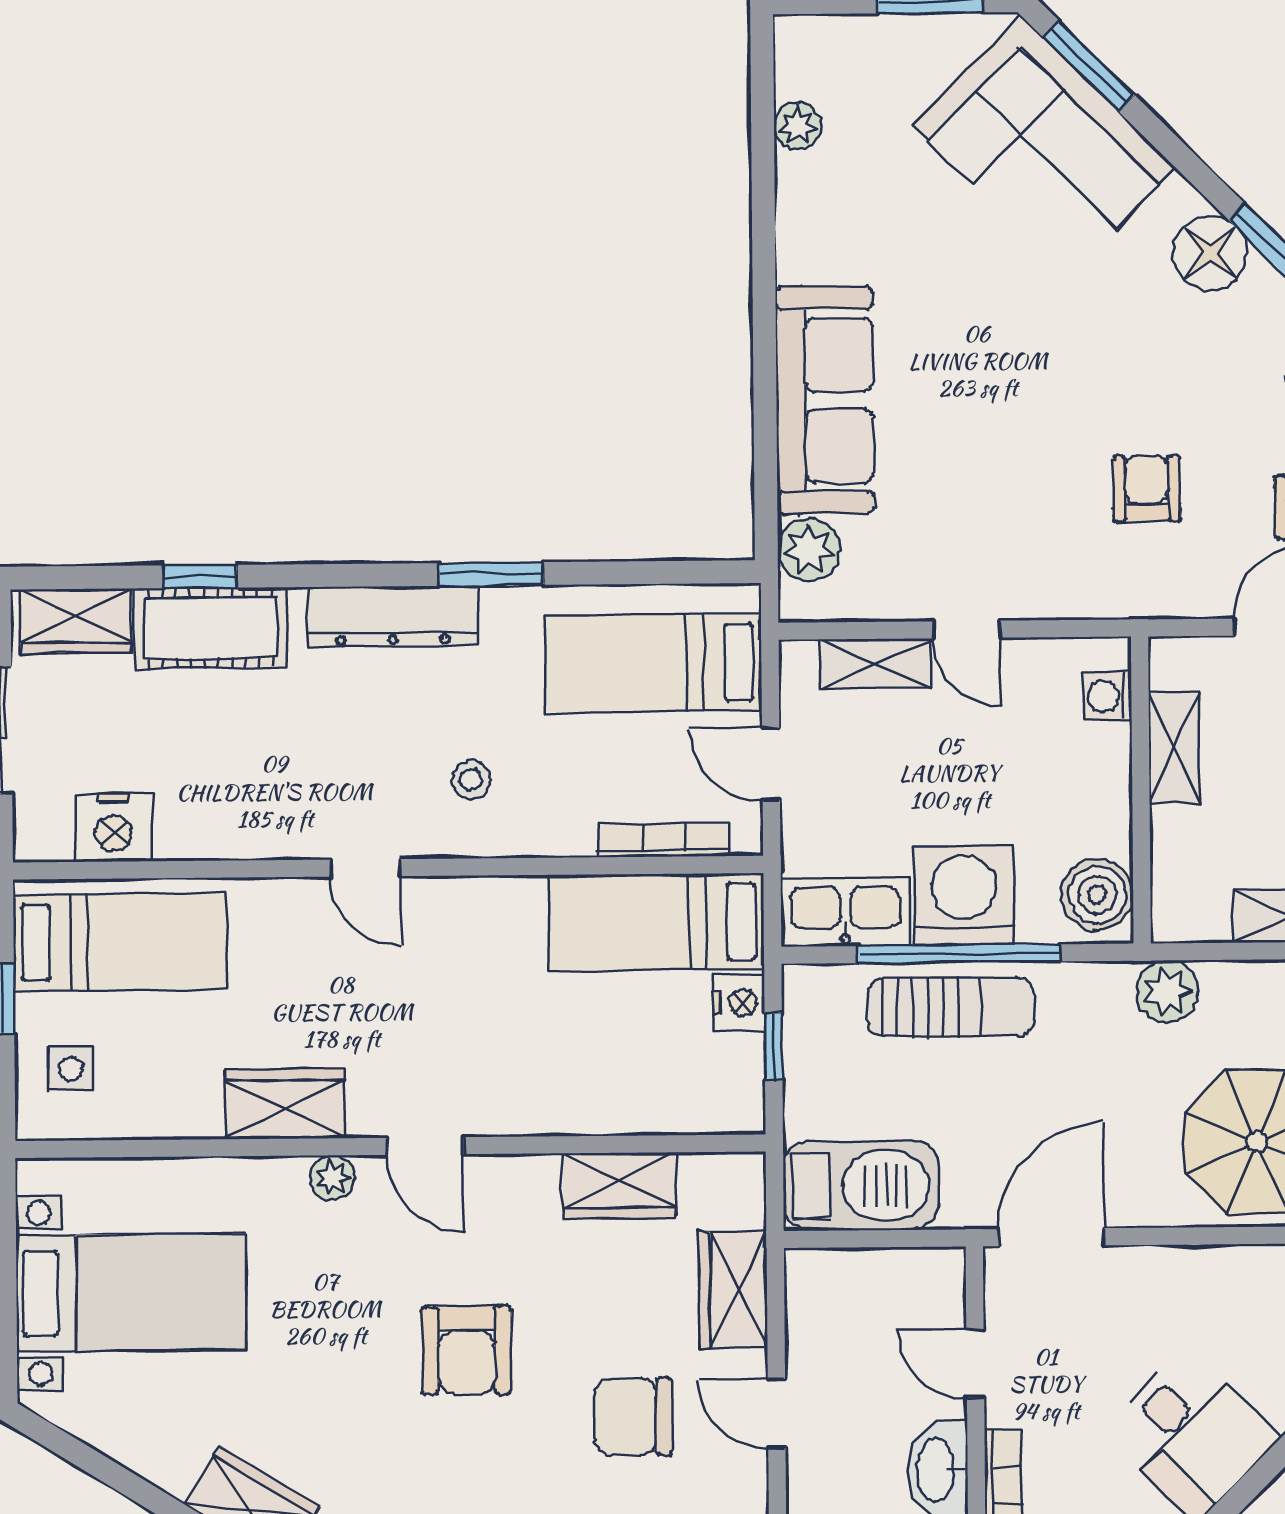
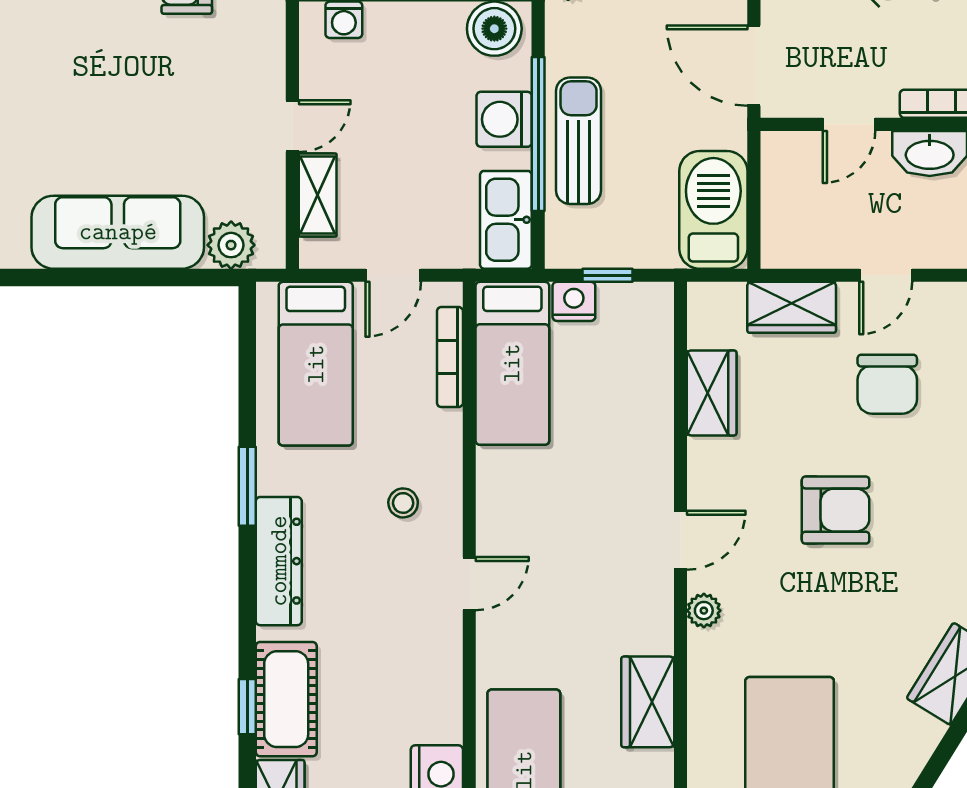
washing machine: (964, 895) -> (504, 119), width x0.73, depth x0.73
wardrobe: (285, 1104) -> (648, 702), moved

